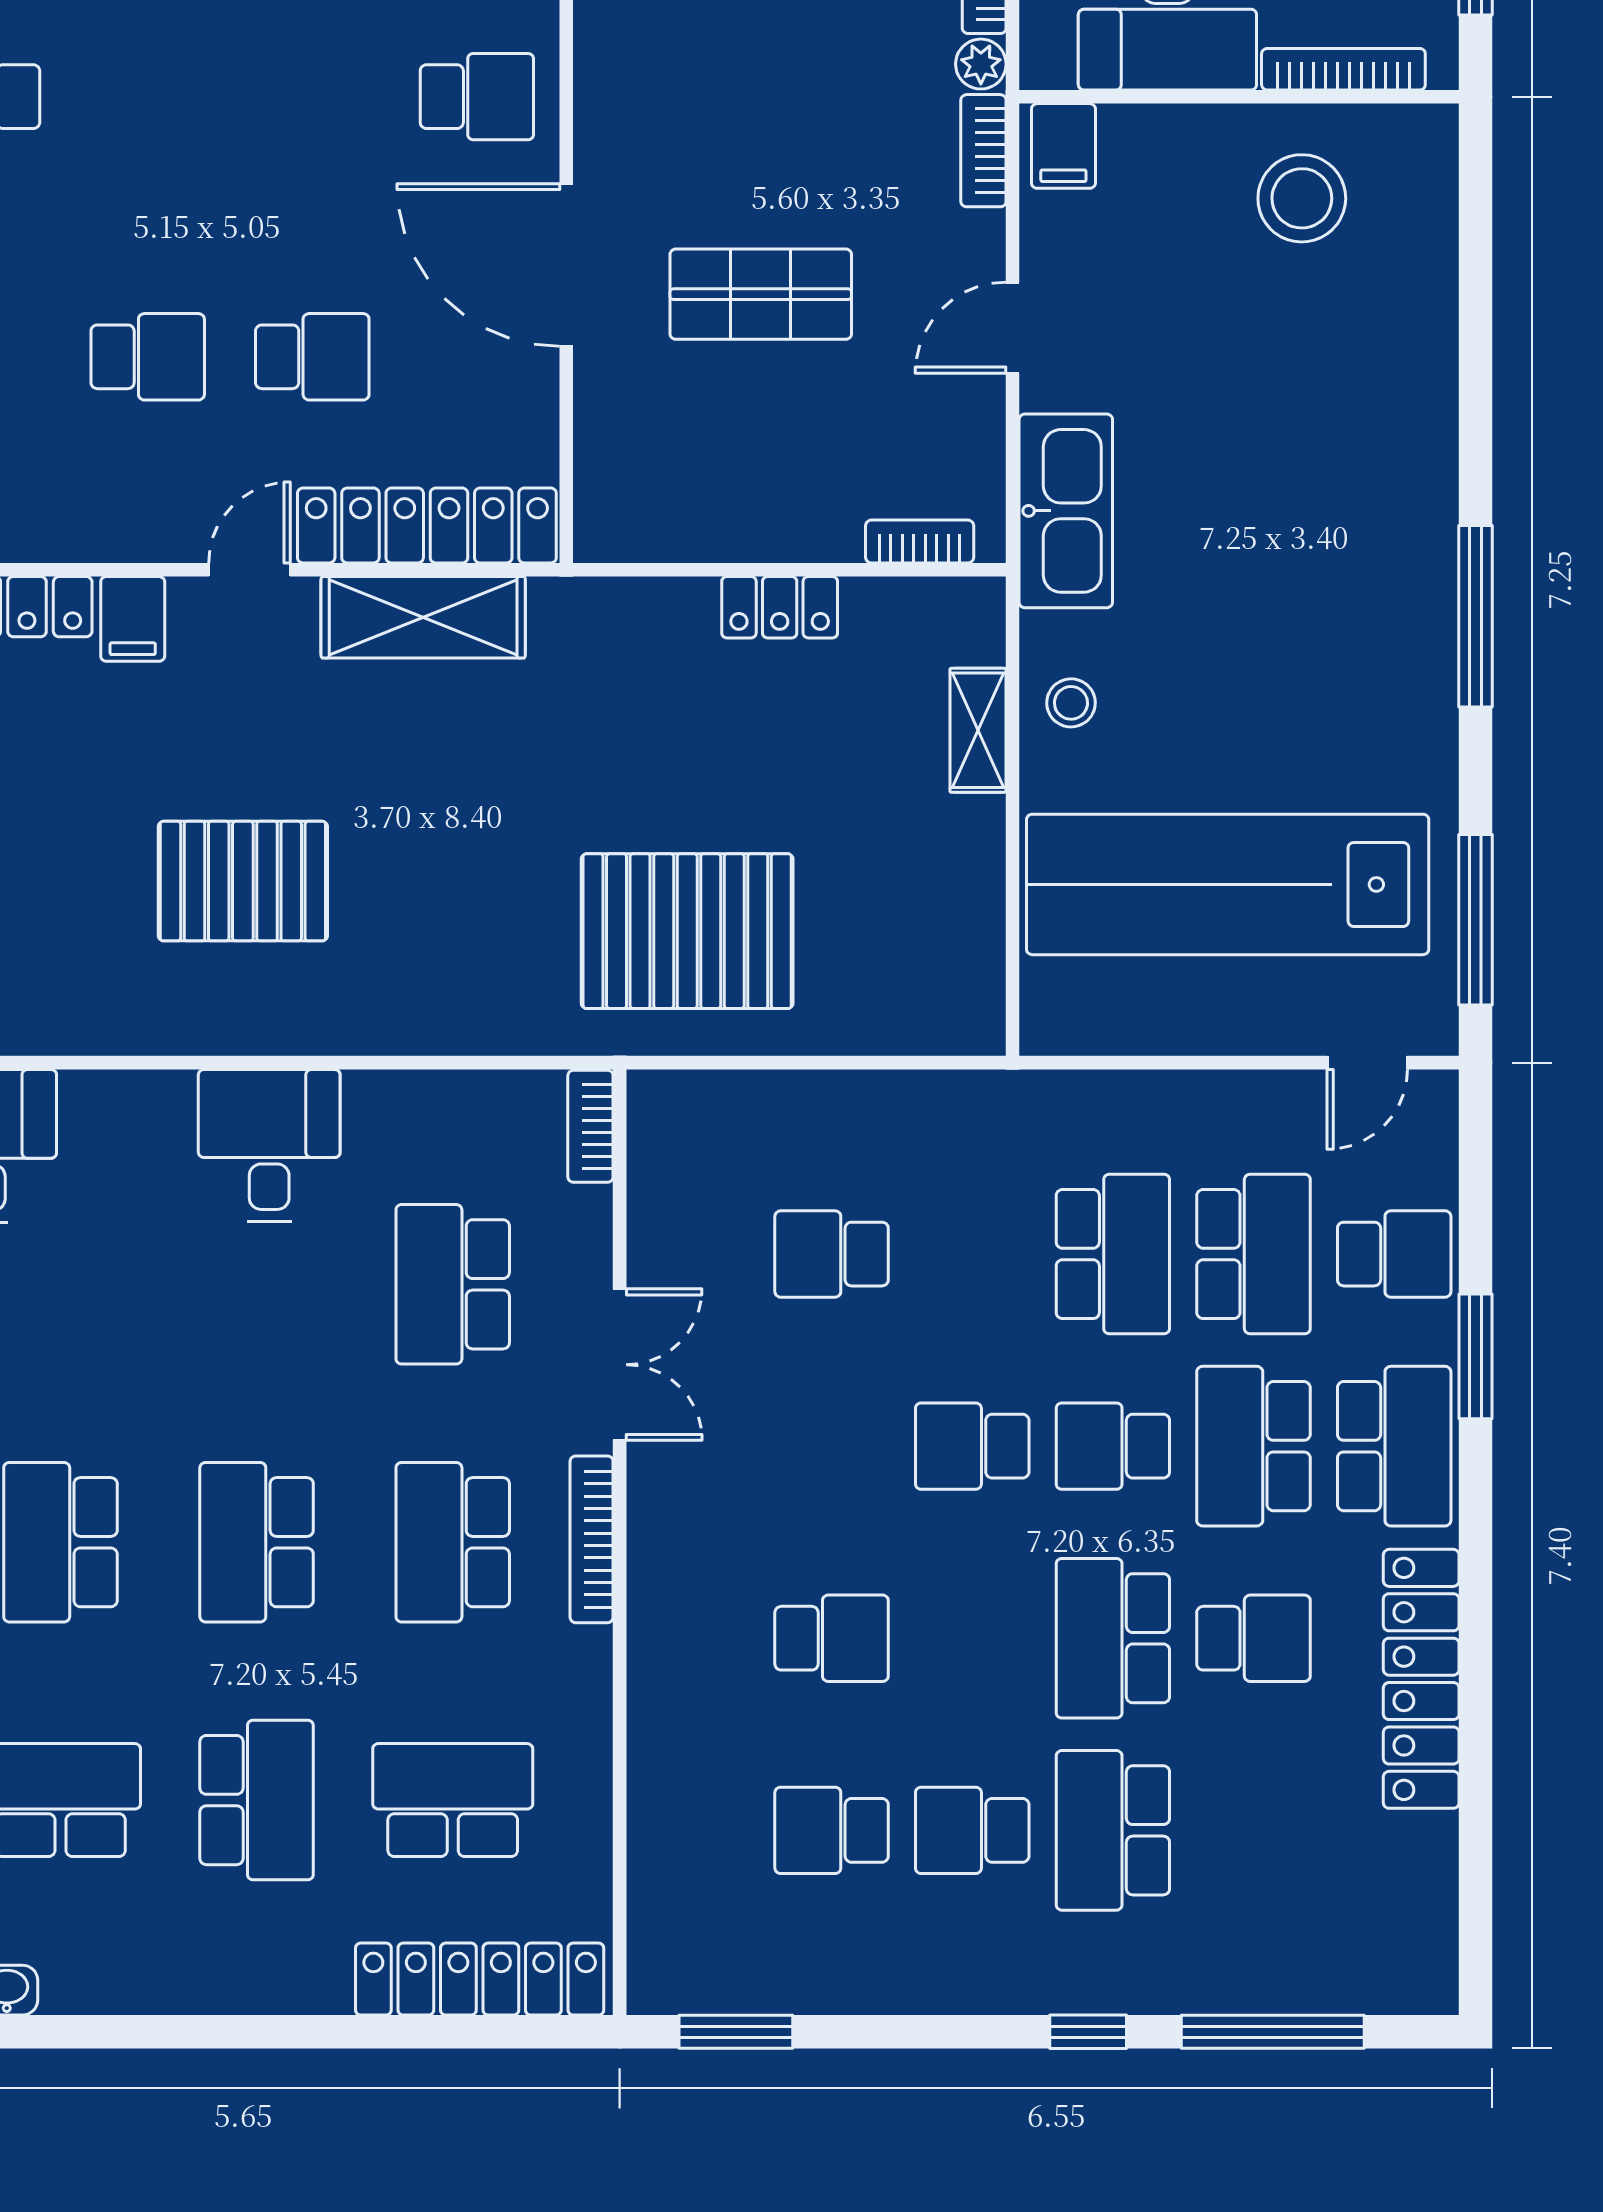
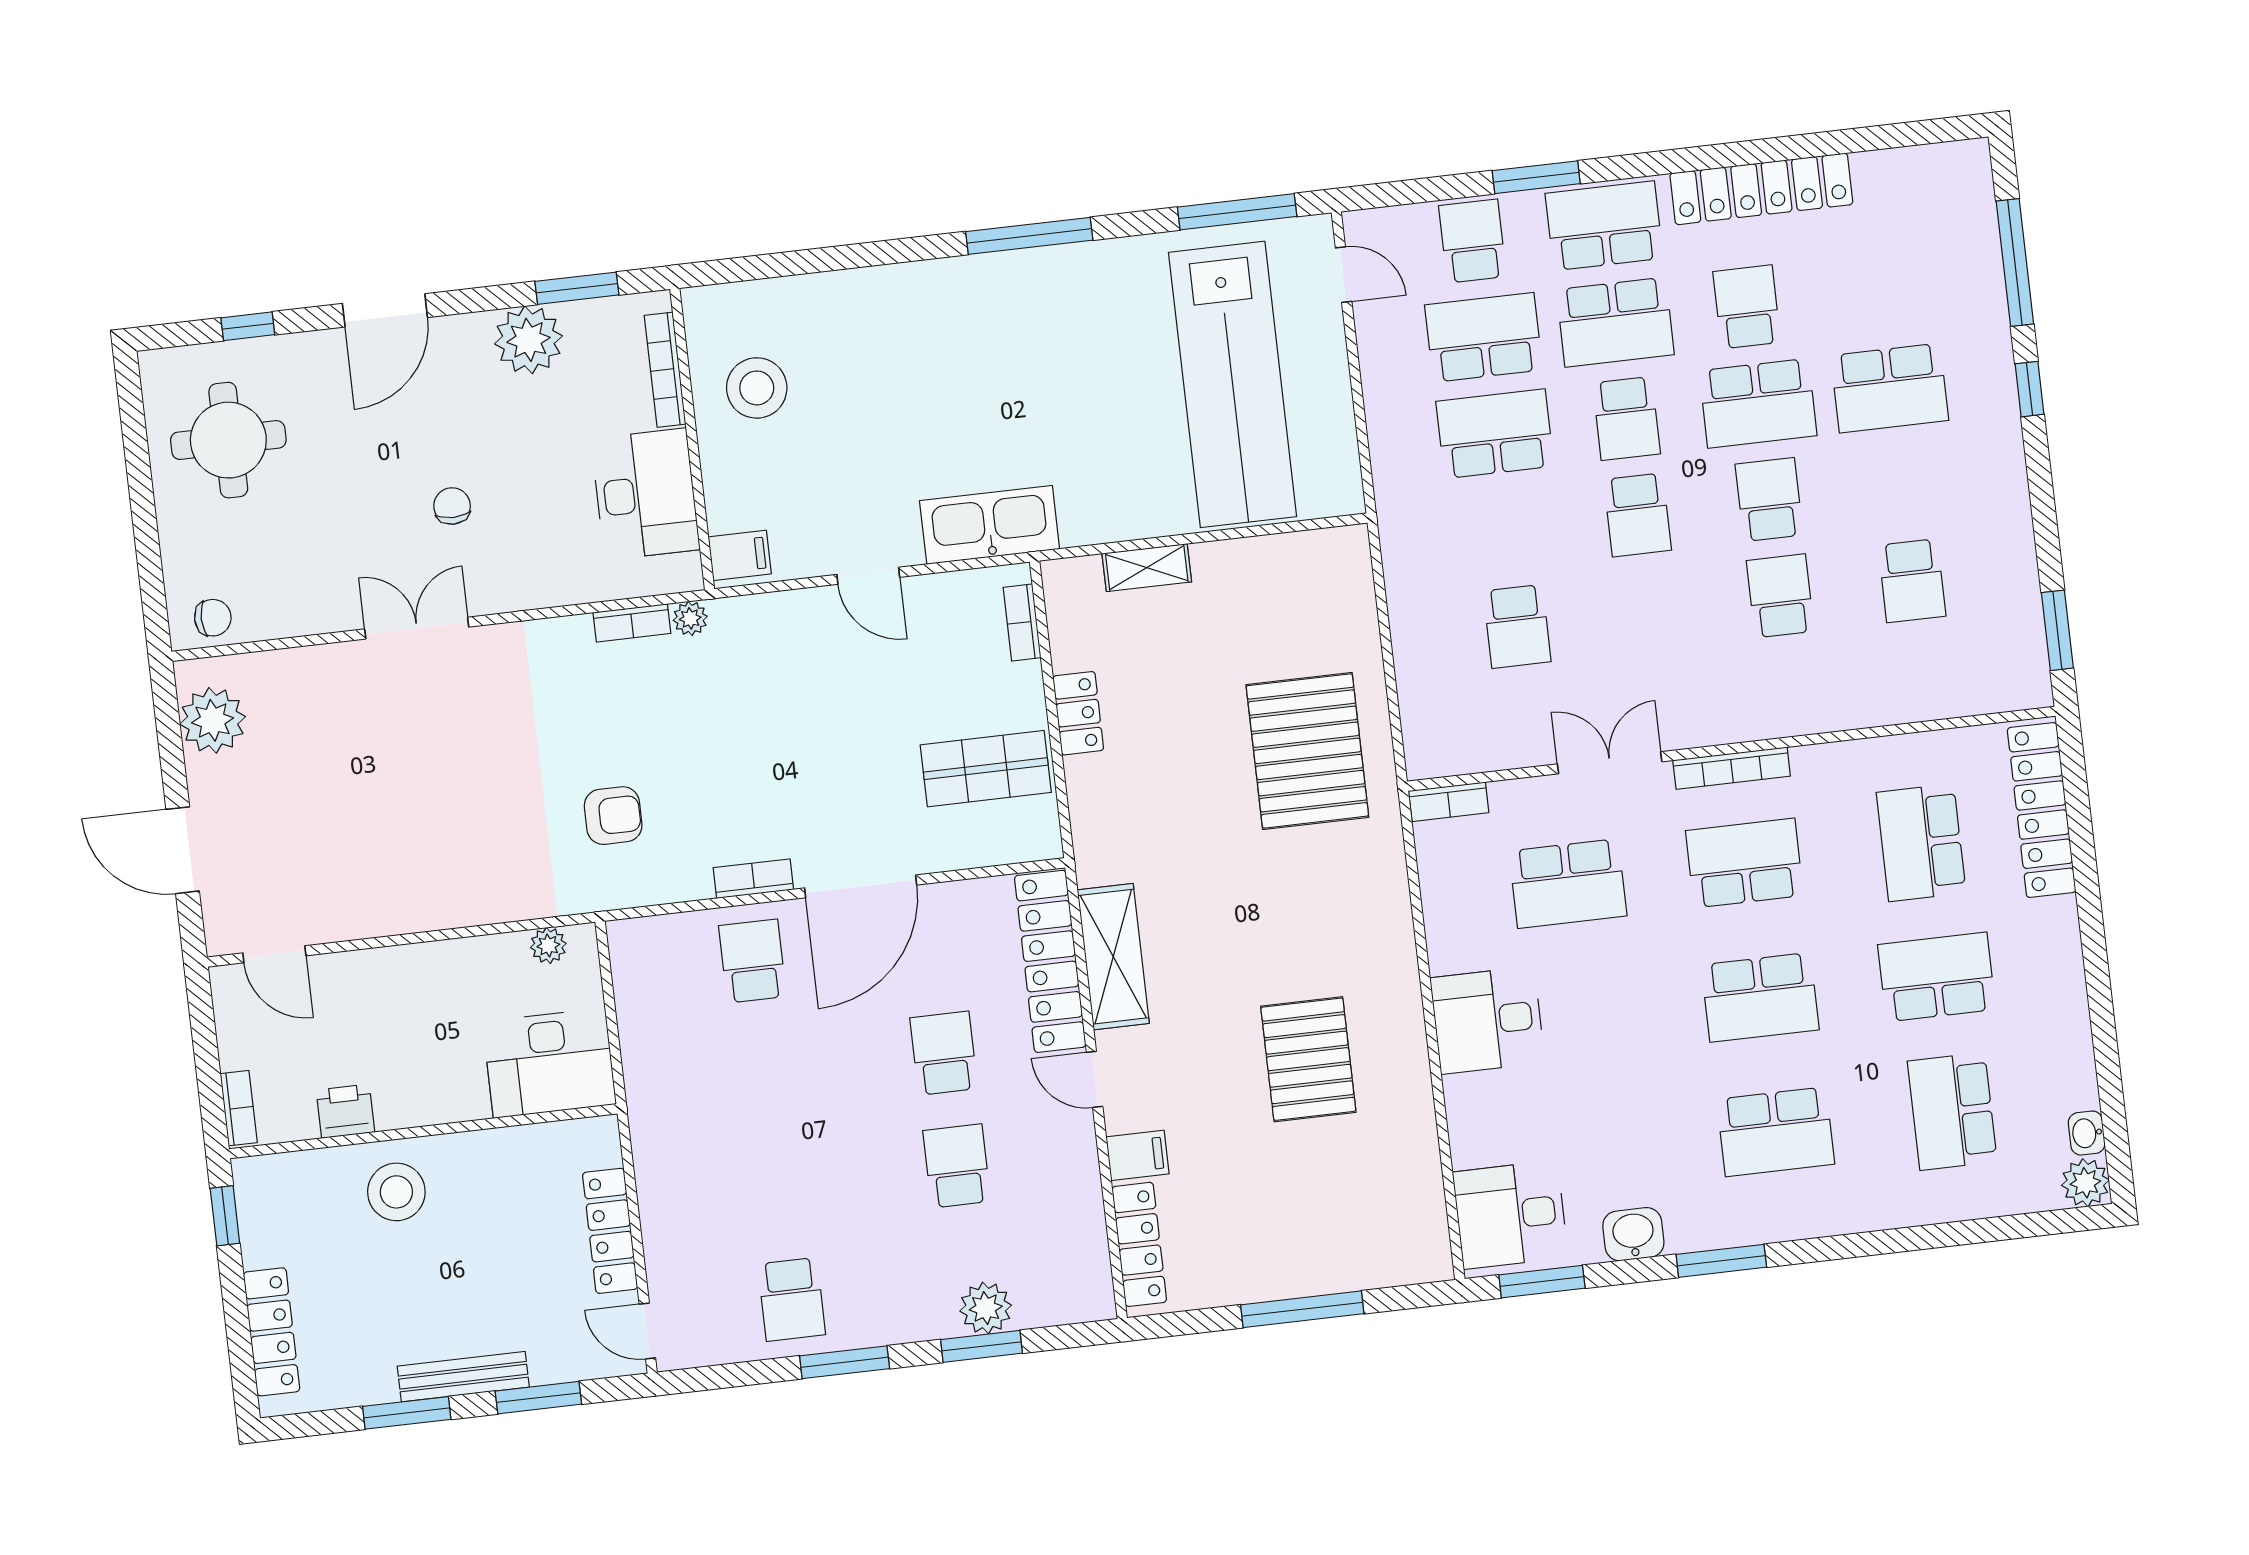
bookcase: (983, 151) -> (753, 879), moved, turned 180
shop shelf: (761, 294) -> (986, 769), moved, turned 90
stool: (1071, 703) -> (1121, 506), removed
school desk: (453, 1542) -> (1745, 863), turned 180
school desk: (972, 1830) -> (1769, 500), moved, turned 180

